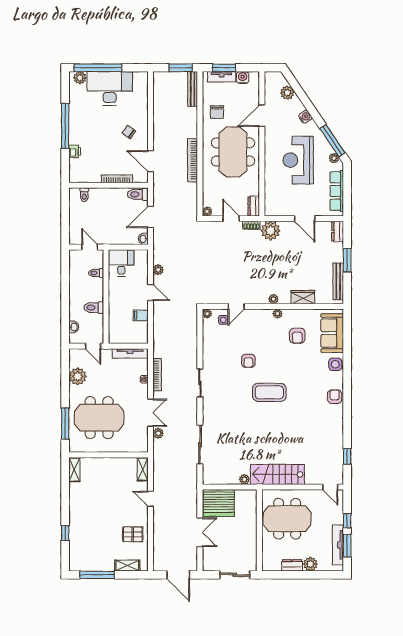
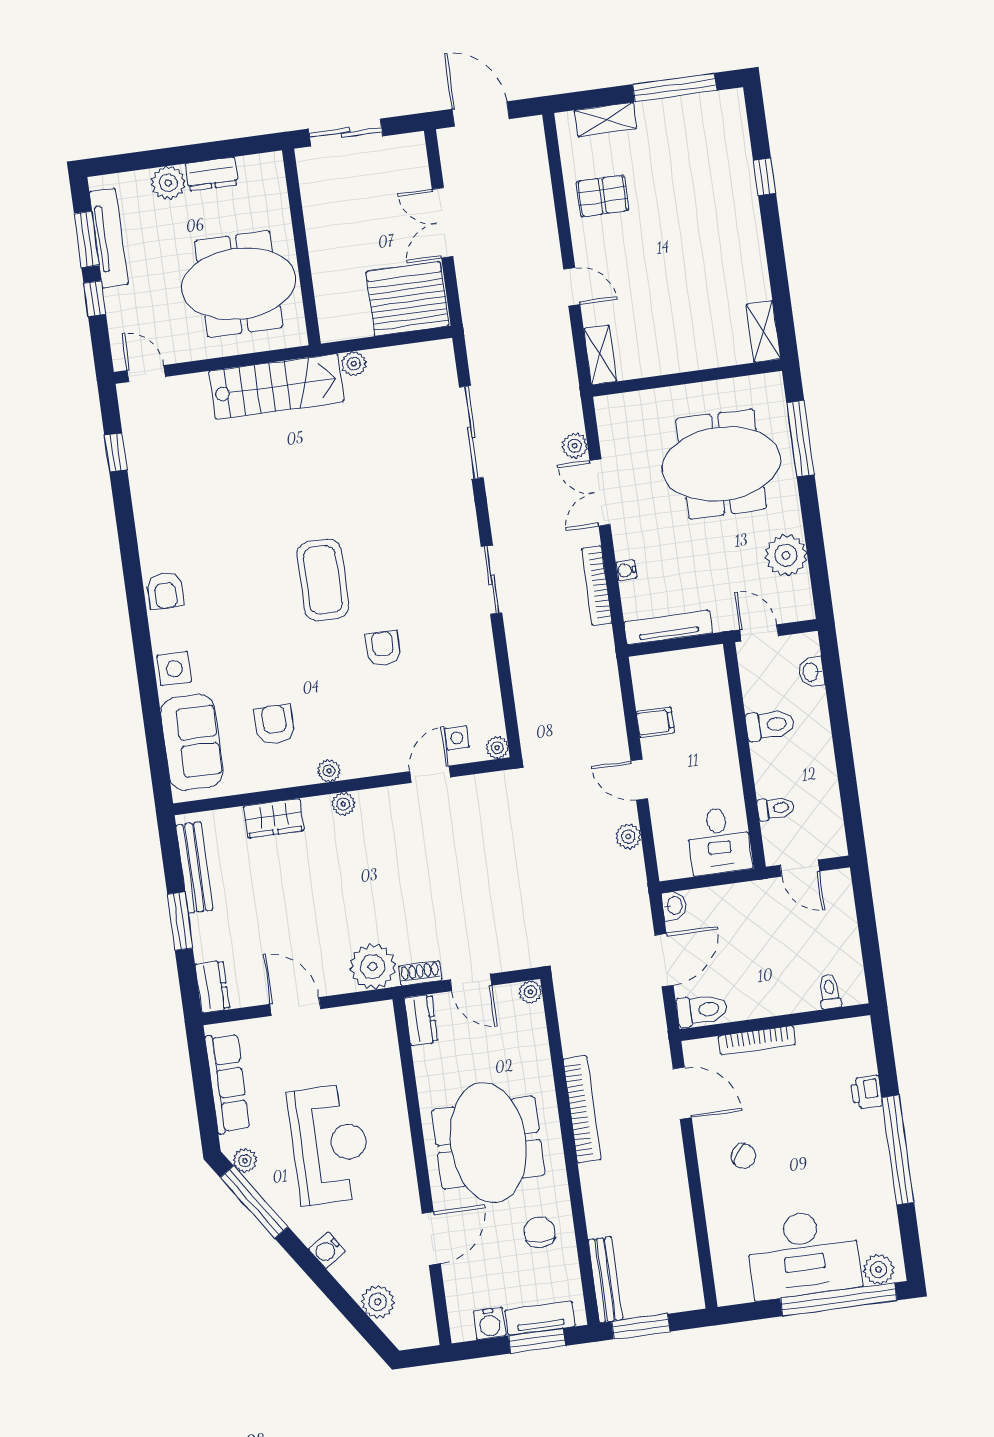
coffee table: (269, 392) -> (323, 580), turned 90

